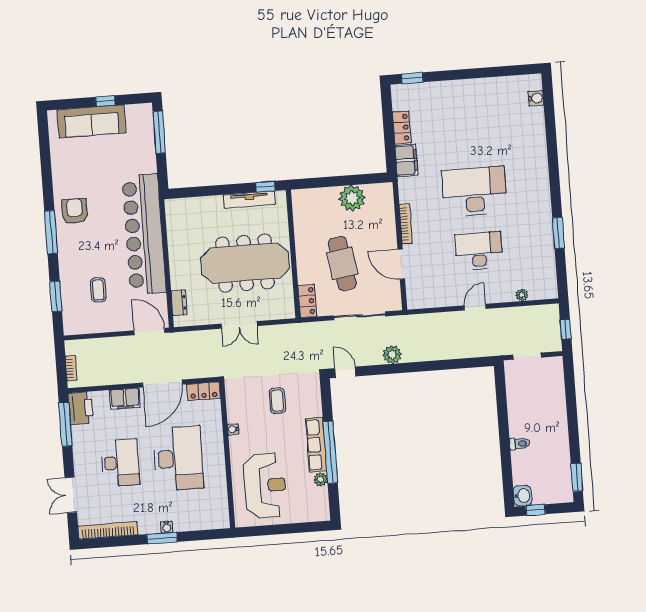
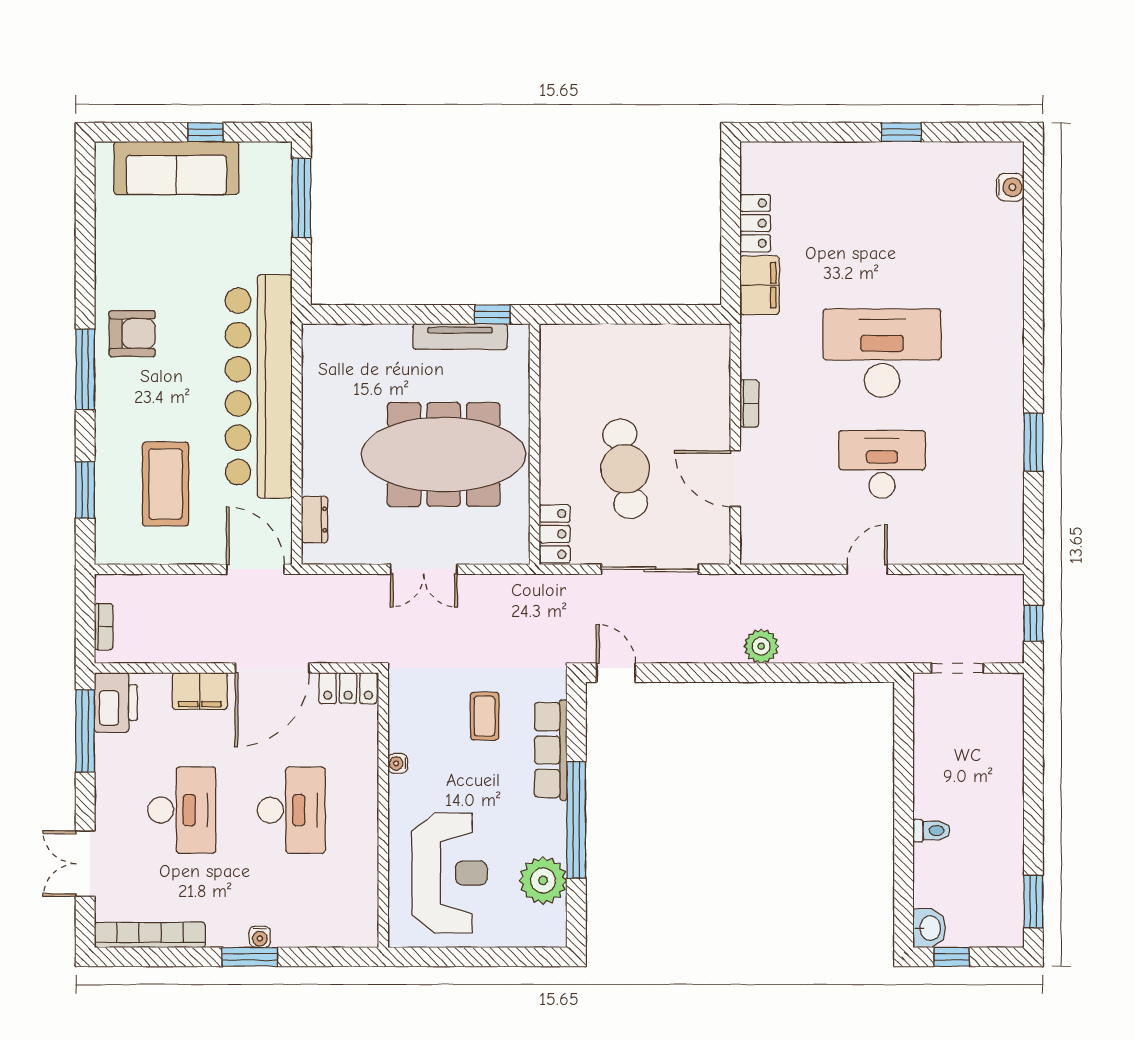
window: (412, 78) -> (901, 132), moved
plant: (352, 198) -> (653, 348), removed
armchair: (75, 211) -> (132, 334), turned 90
bookcase: (406, 224) -> (749, 404), width x0.64
coffee table: (98, 290) -> (166, 484), width x1.86, depth x1.72
plant: (522, 295) -> (956, 553), removed
plant: (392, 355) -> (761, 646), moved
row of seats: (316, 445) -> (551, 750), moved
desk: (178, 458) -> (291, 810), width x0.73, depth x0.77
plant: (321, 479) -> (543, 880), width x1.87, depth x1.87

